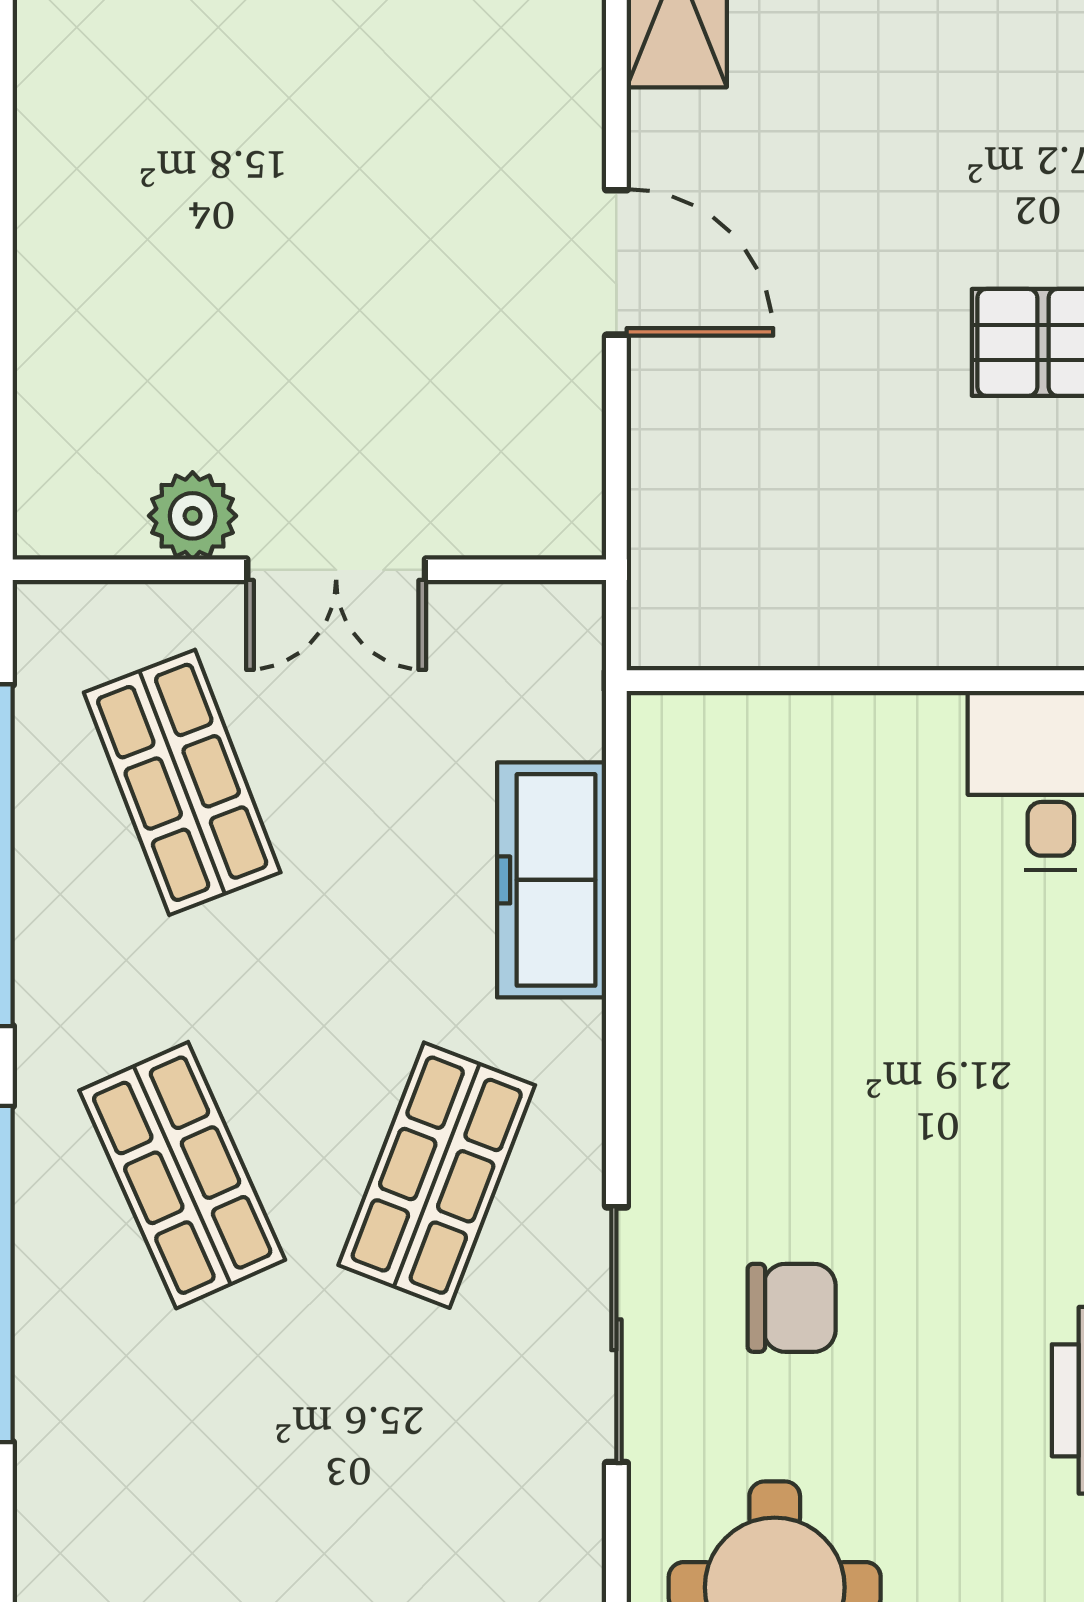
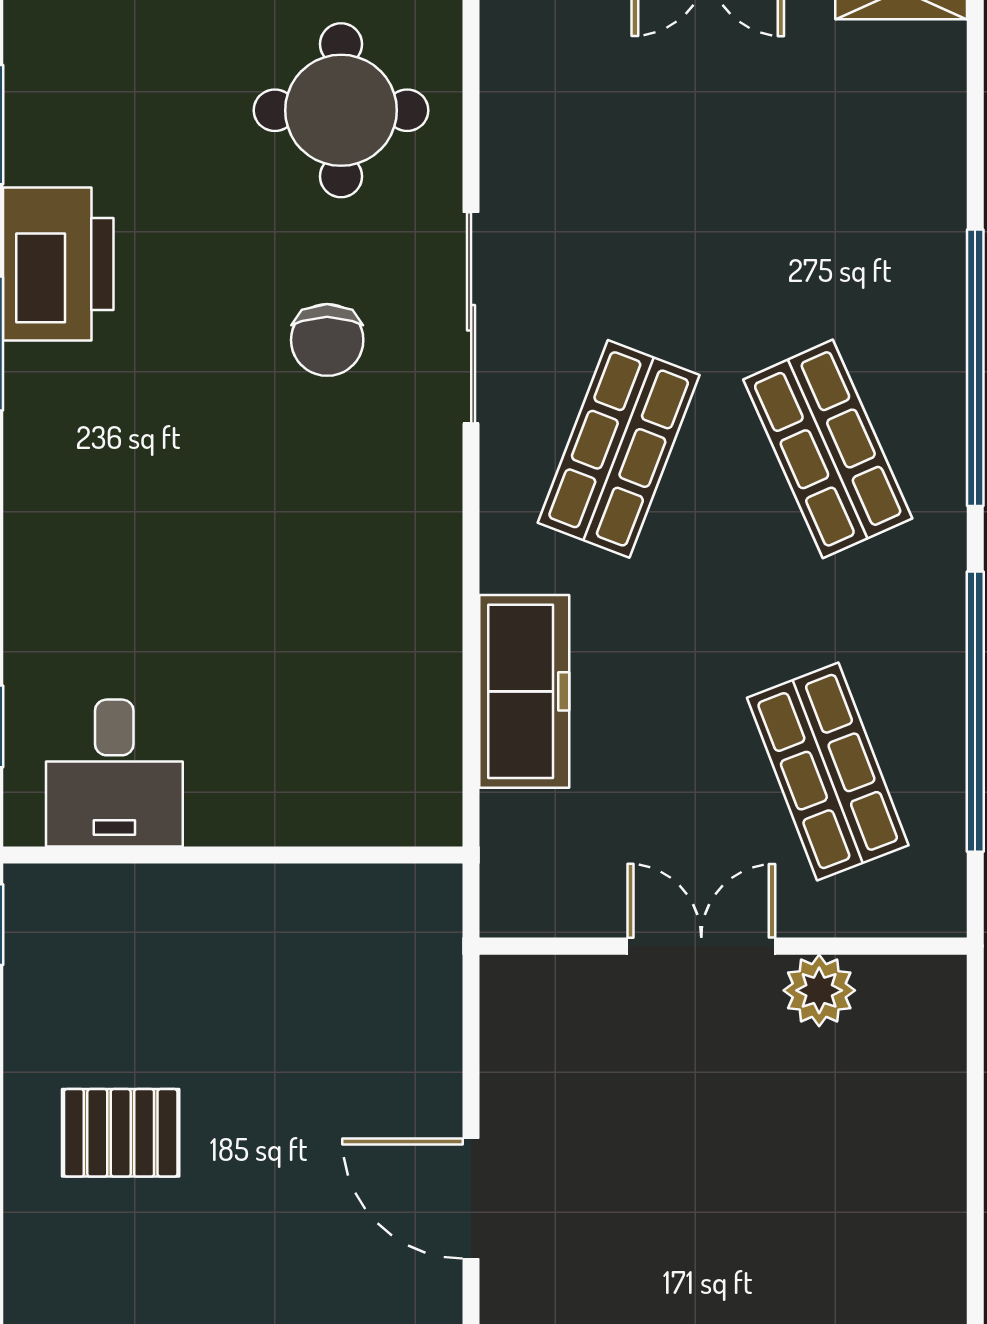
chair: (792, 1308) -> (327, 340), turned -90

